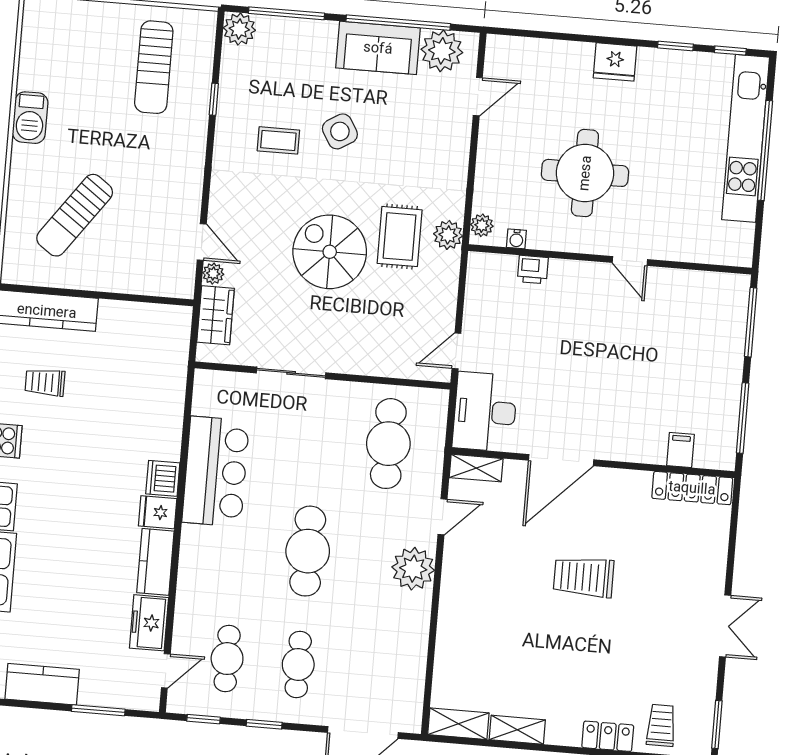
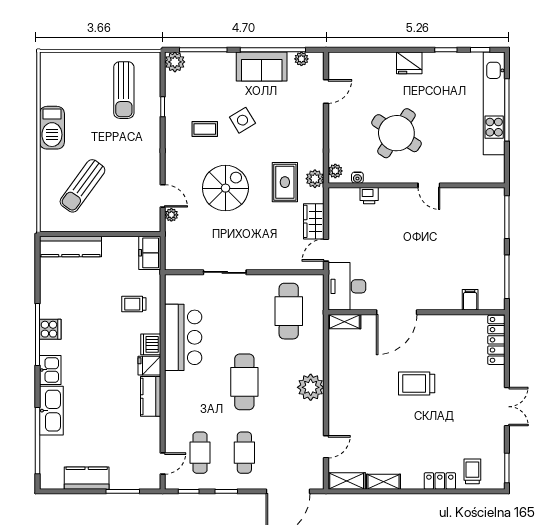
plant: (442, 51) -> (301, 59), width x0.53, depth x0.53
barbecue: (30, 118) -> (52, 128), width x1.37, depth x1.21
round table: (585, 173) -> (396, 133), turned 33
spiral stairs: (330, 252) -> (225, 188), moved, turned 90
wardrobe: (216, 315) -> (314, 221), moved, turned 180
trolley: (45, 382) -> (134, 304), moved
locker: (692, 488) -> (496, 340), moved, turned 90
door: (442, 517) -> (326, 447), moved
freezer: (149, 623) -> (150, 253), moved

